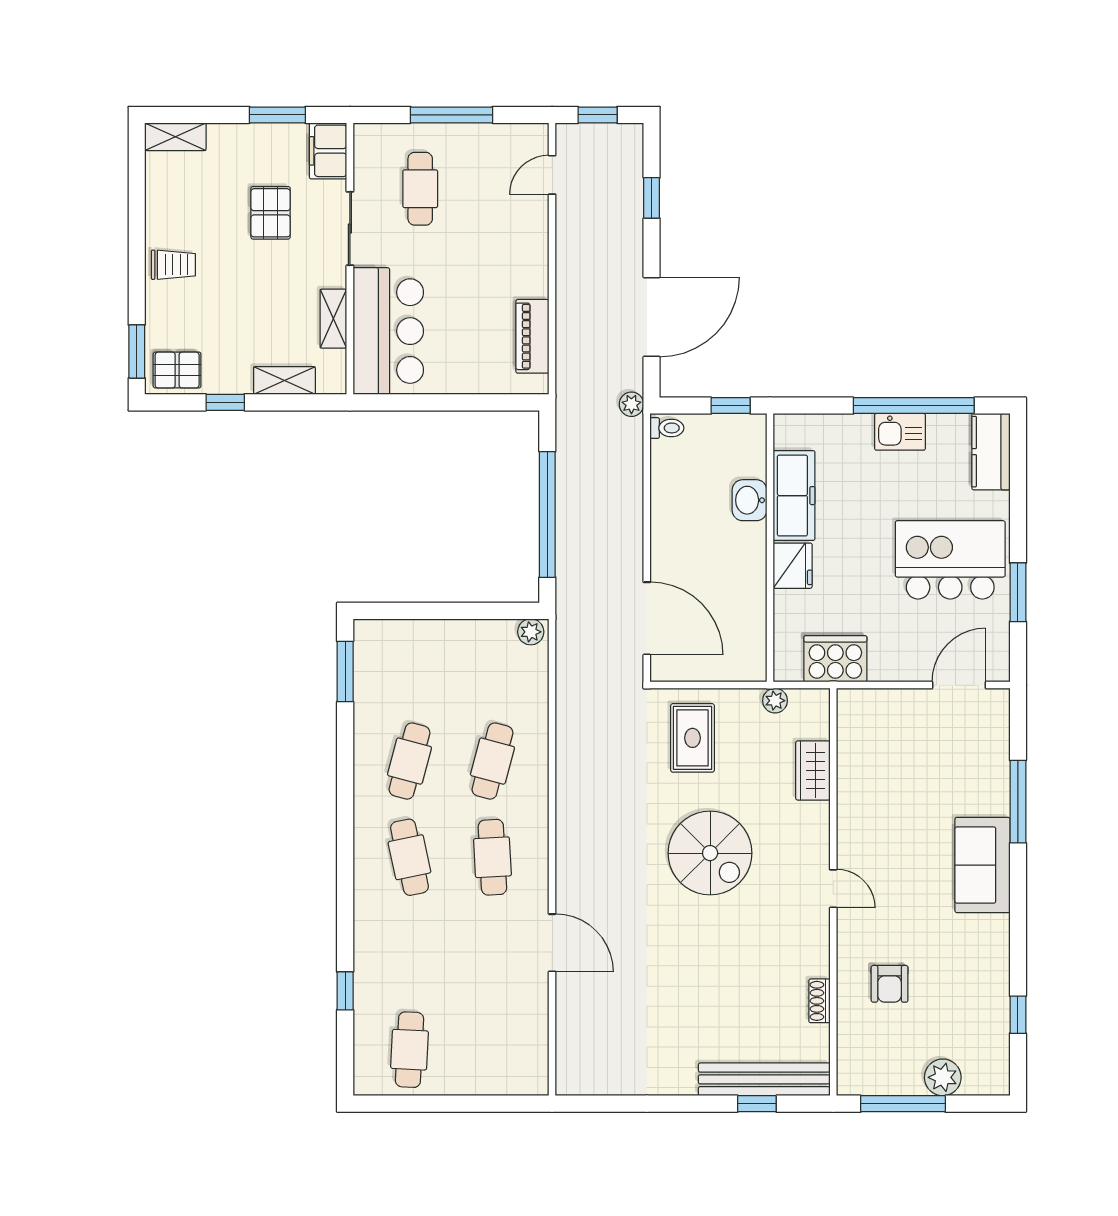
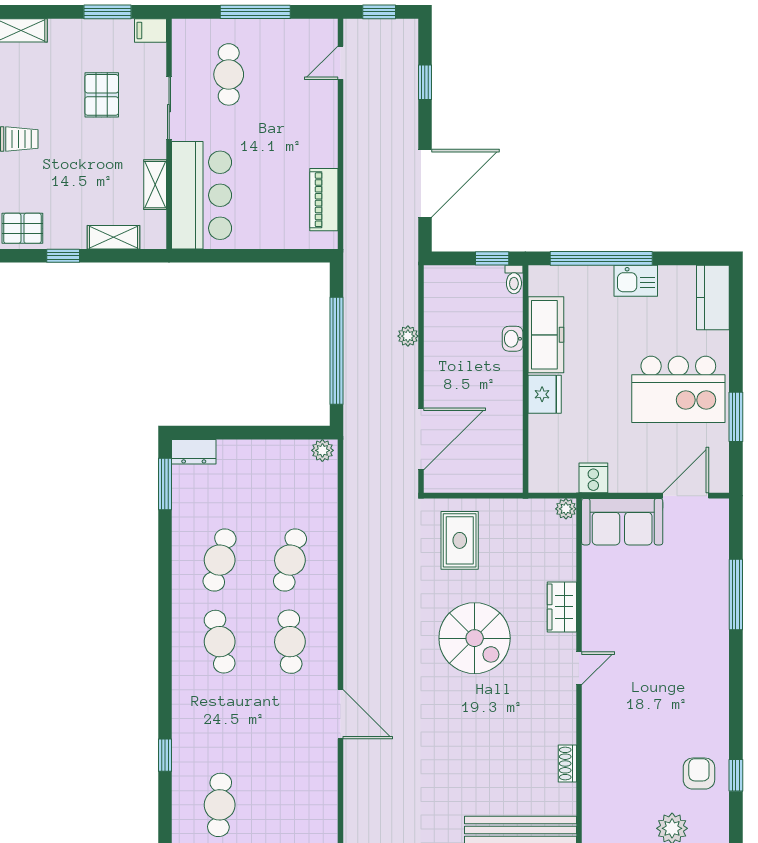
filing cabinet: (328, 151) -> (150, 30), width x0.50
plant: (631, 404) -> (408, 336), moved
window: (914, 406) -> (601, 258), moved
toilet: (667, 428) -> (514, 279), moved, turned 90
washbasin: (750, 500) -> (513, 339), width x0.72, depth x0.69
kitchen island: (950, 560) -> (678, 389), turned 180
door: (647, 618) -> (421, 439), hinge flipped
dresser: (379, 633) -> (194, 452), added
cooker: (835, 659) -> (593, 478), width x0.53, depth x0.76
plant: (775, 701) -> (566, 509), moved
wardrobe: (813, 770) -> (562, 607), moved
sofa: (983, 865) -> (622, 522), moved, turned -90
door: (833, 889) -> (579, 668), hinge flipped
armchair: (890, 984) -> (699, 774), moved, turned 180

